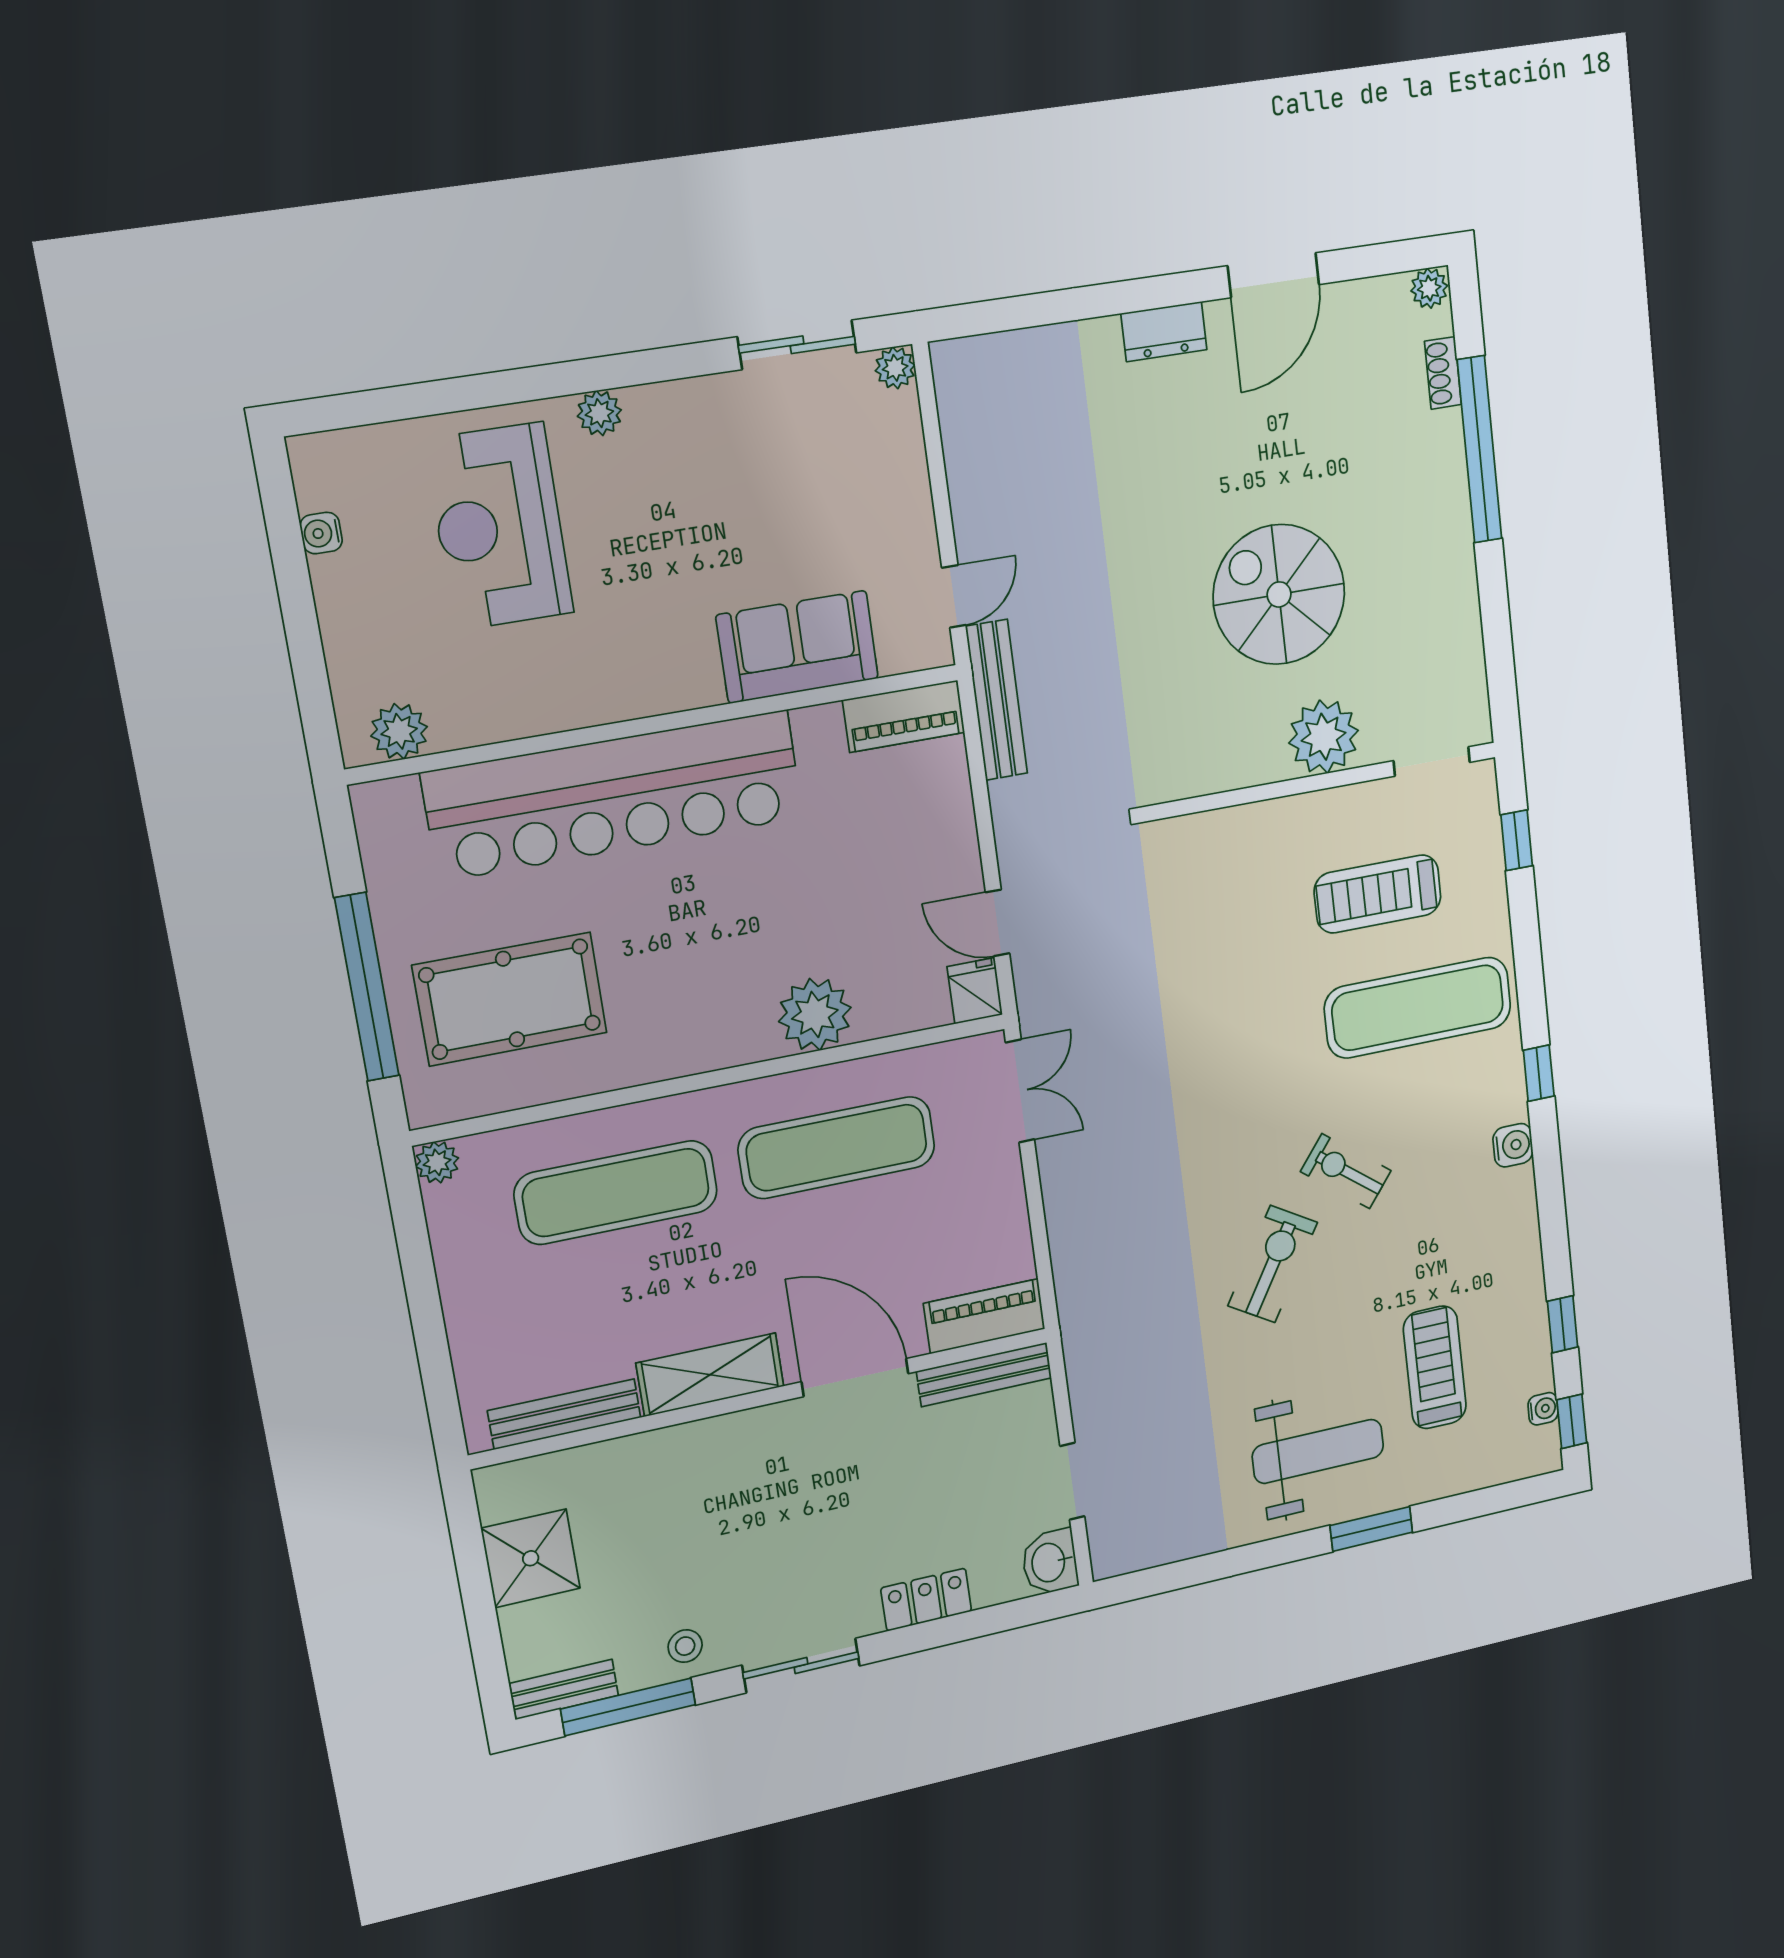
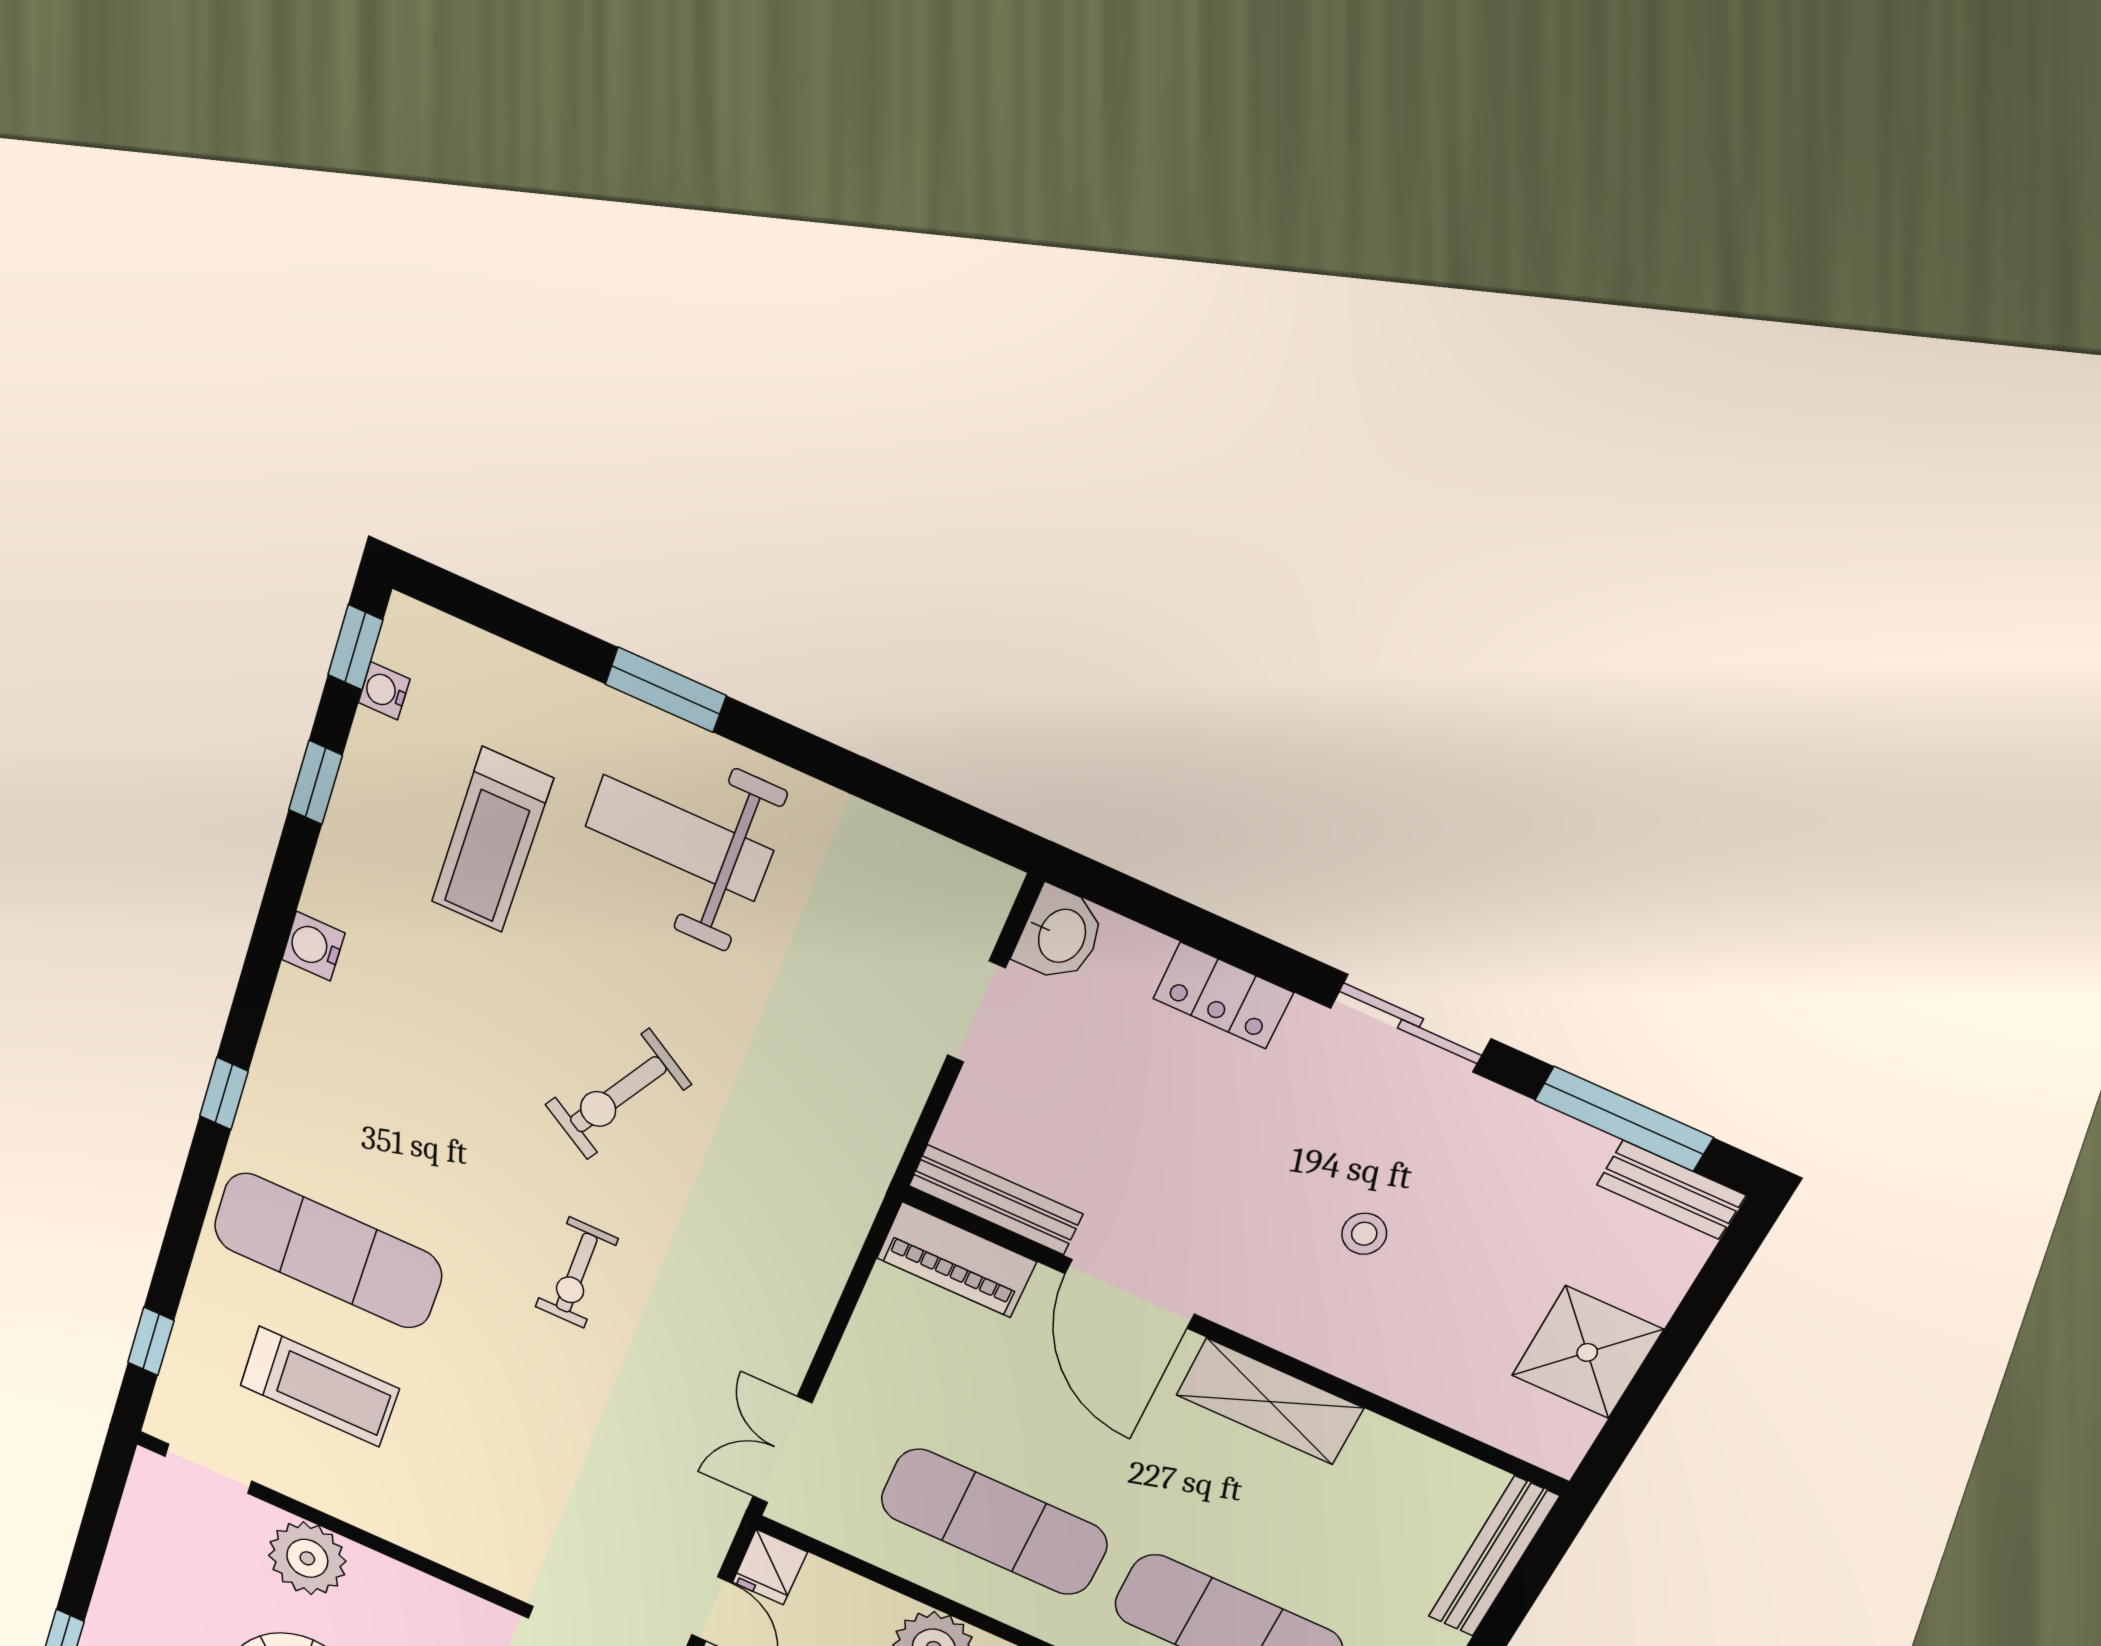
water cooler: (1513, 1145) -> (313, 946), moved
exercise bike: (1346, 1171) -> (577, 1273), moved, turned 52
bench: (564, 1414) -> (1493, 1557), moved, turned 90
stool: (685, 1646) -> (1364, 1234), moved

